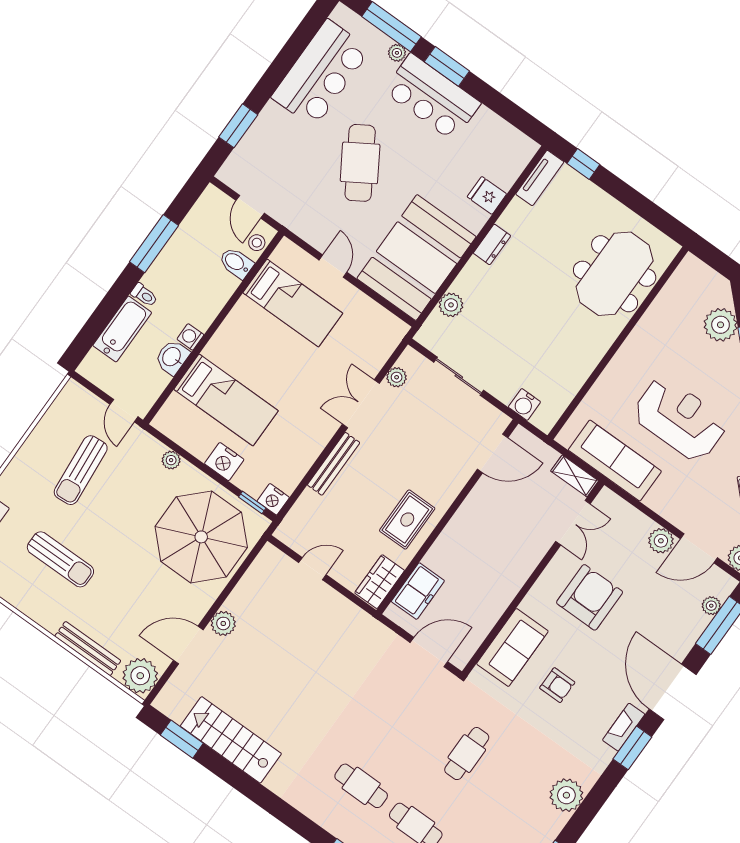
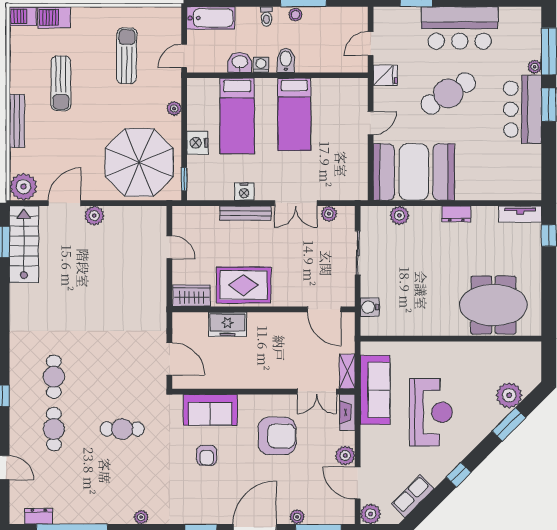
bar counter: (321, 73) -> (460, 28), moved
fridge: (487, 195) -> (385, 75), moved, turned 90
stool: (257, 243) -> (295, 15), moved
bidet: (236, 263) -> (286, 60), moved
bed: (293, 303) -> (294, 114), moved
bathtub: (122, 329) -> (211, 18), moved
double door: (361, 404) -> (296, 203), swing flipped
sun lounger: (81, 470) -> (127, 56), turned 96
nightstand: (273, 499) -> (244, 192), moved, turned -90
rug: (407, 520) -> (244, 285), width x1.36, depth x1.43
freezer: (418, 591) -> (228, 324), moved
plant: (711, 606) -> (297, 517), moved
door: (188, 645) -> (65, 203), hinge flipped
bench: (88, 649) -> (17, 121), moved
fireplace: (624, 727) -> (347, 412), moved, turned -90
stairs: (231, 740) -> (24, 244), moved
plant: (566, 795) -> (141, 517), width x0.53, depth x0.53

